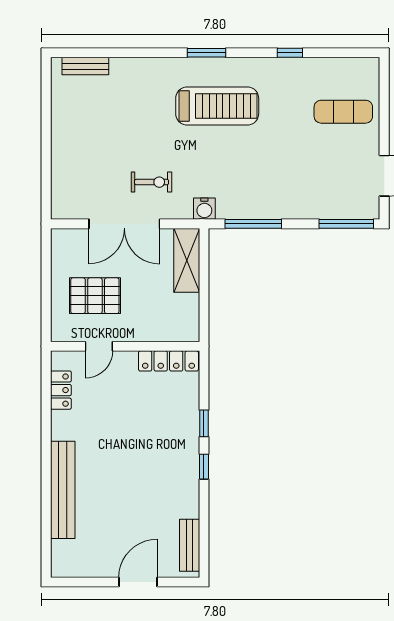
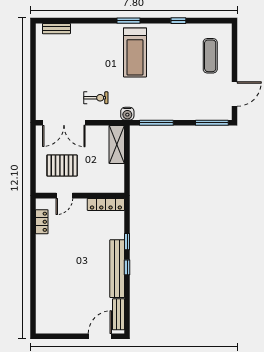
treadmill: (217, 106) -> (135, 52), turned 90
exercise mat: (343, 112) -> (210, 56), turned 90
double door: (124, 224) -> (64, 123), moved
bench: (63, 490) -> (117, 269), moved
door: (138, 582) -> (100, 336), moved

